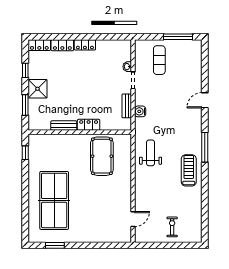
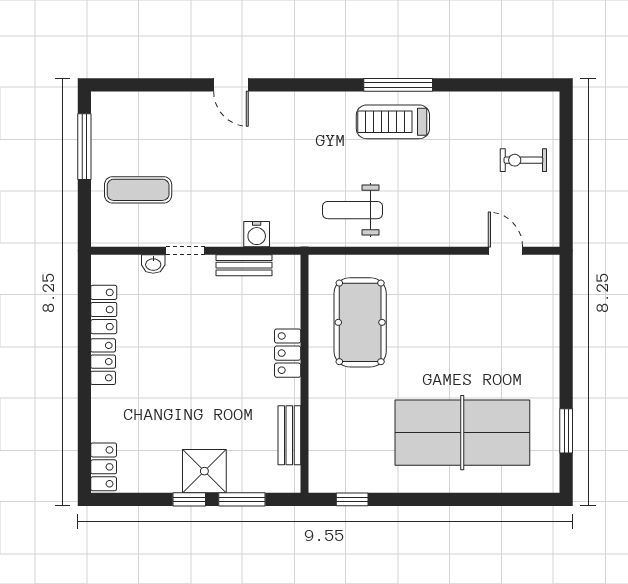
locker: (62, 45) -> (104, 310), moved
window: (25, 70) -> (189, 499), moved
bench: (64, 126) -> (289, 435), moved
window: (205, 147) -> (398, 85), moved
pool table: (102, 156) -> (360, 322), turned 90

